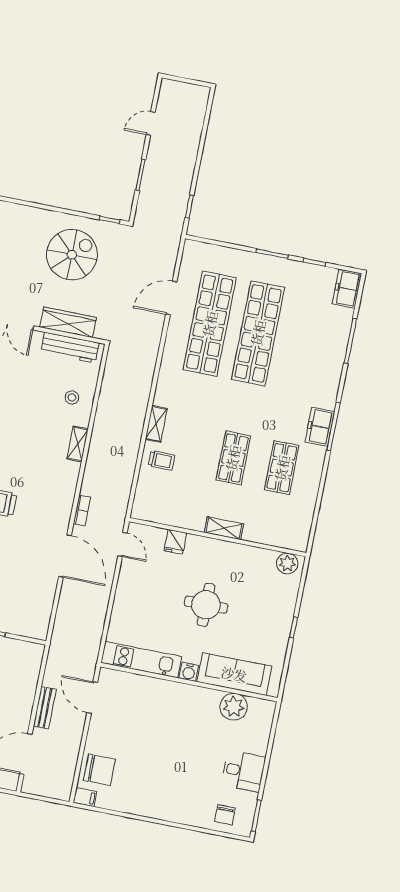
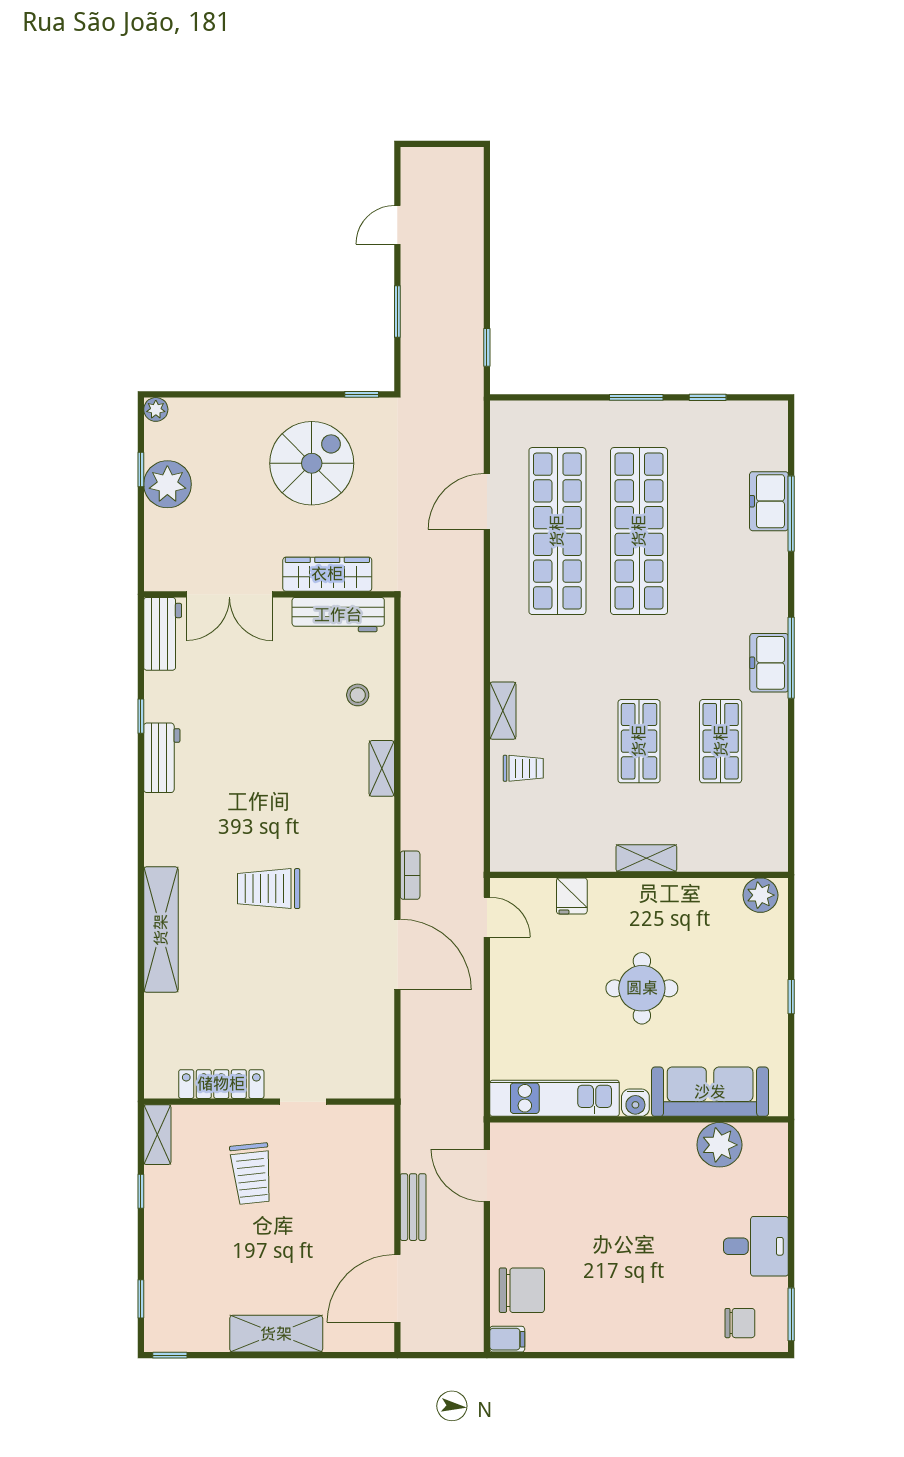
freezer: (347, 289) -> (769, 501), moved
chair: (225, 815) -> (740, 1323), turned -90

